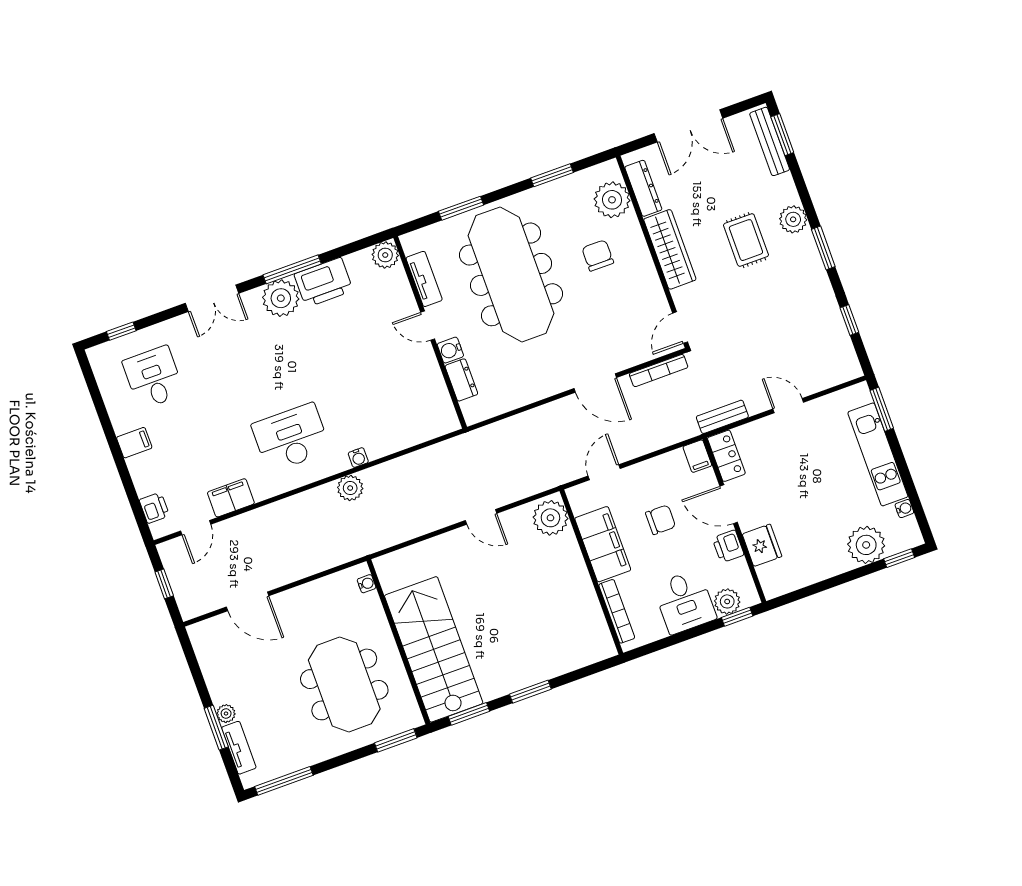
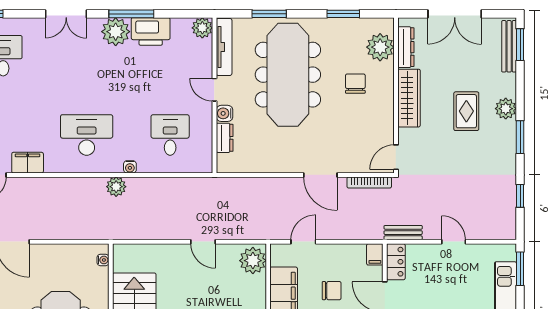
tv unit: (424, 279) -> (224, 47), width x1.41
desk: (393, 401) -> (170, 135), added

